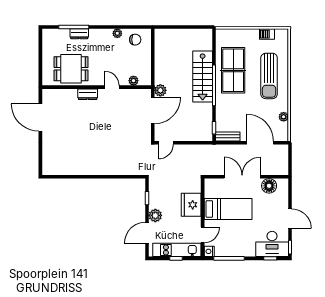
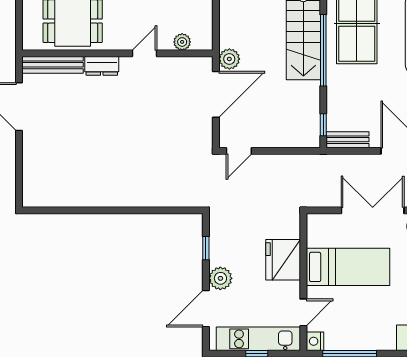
door: (112, 87) -> (145, 53), hinge flipped
bench: (60, 94) -> (53, 65), added

